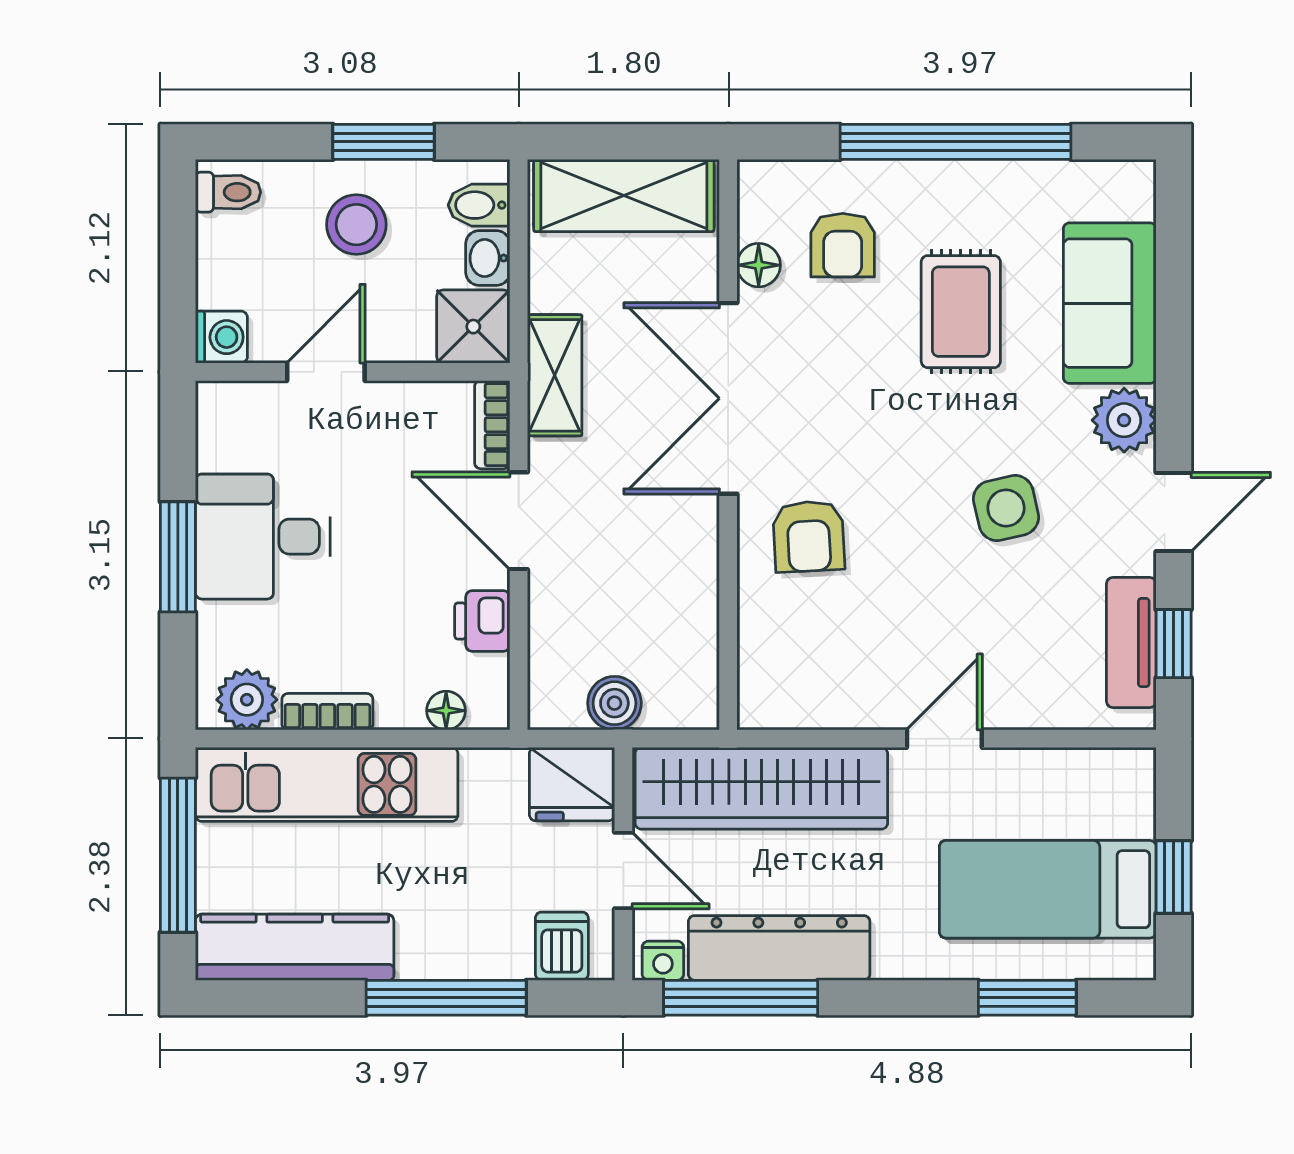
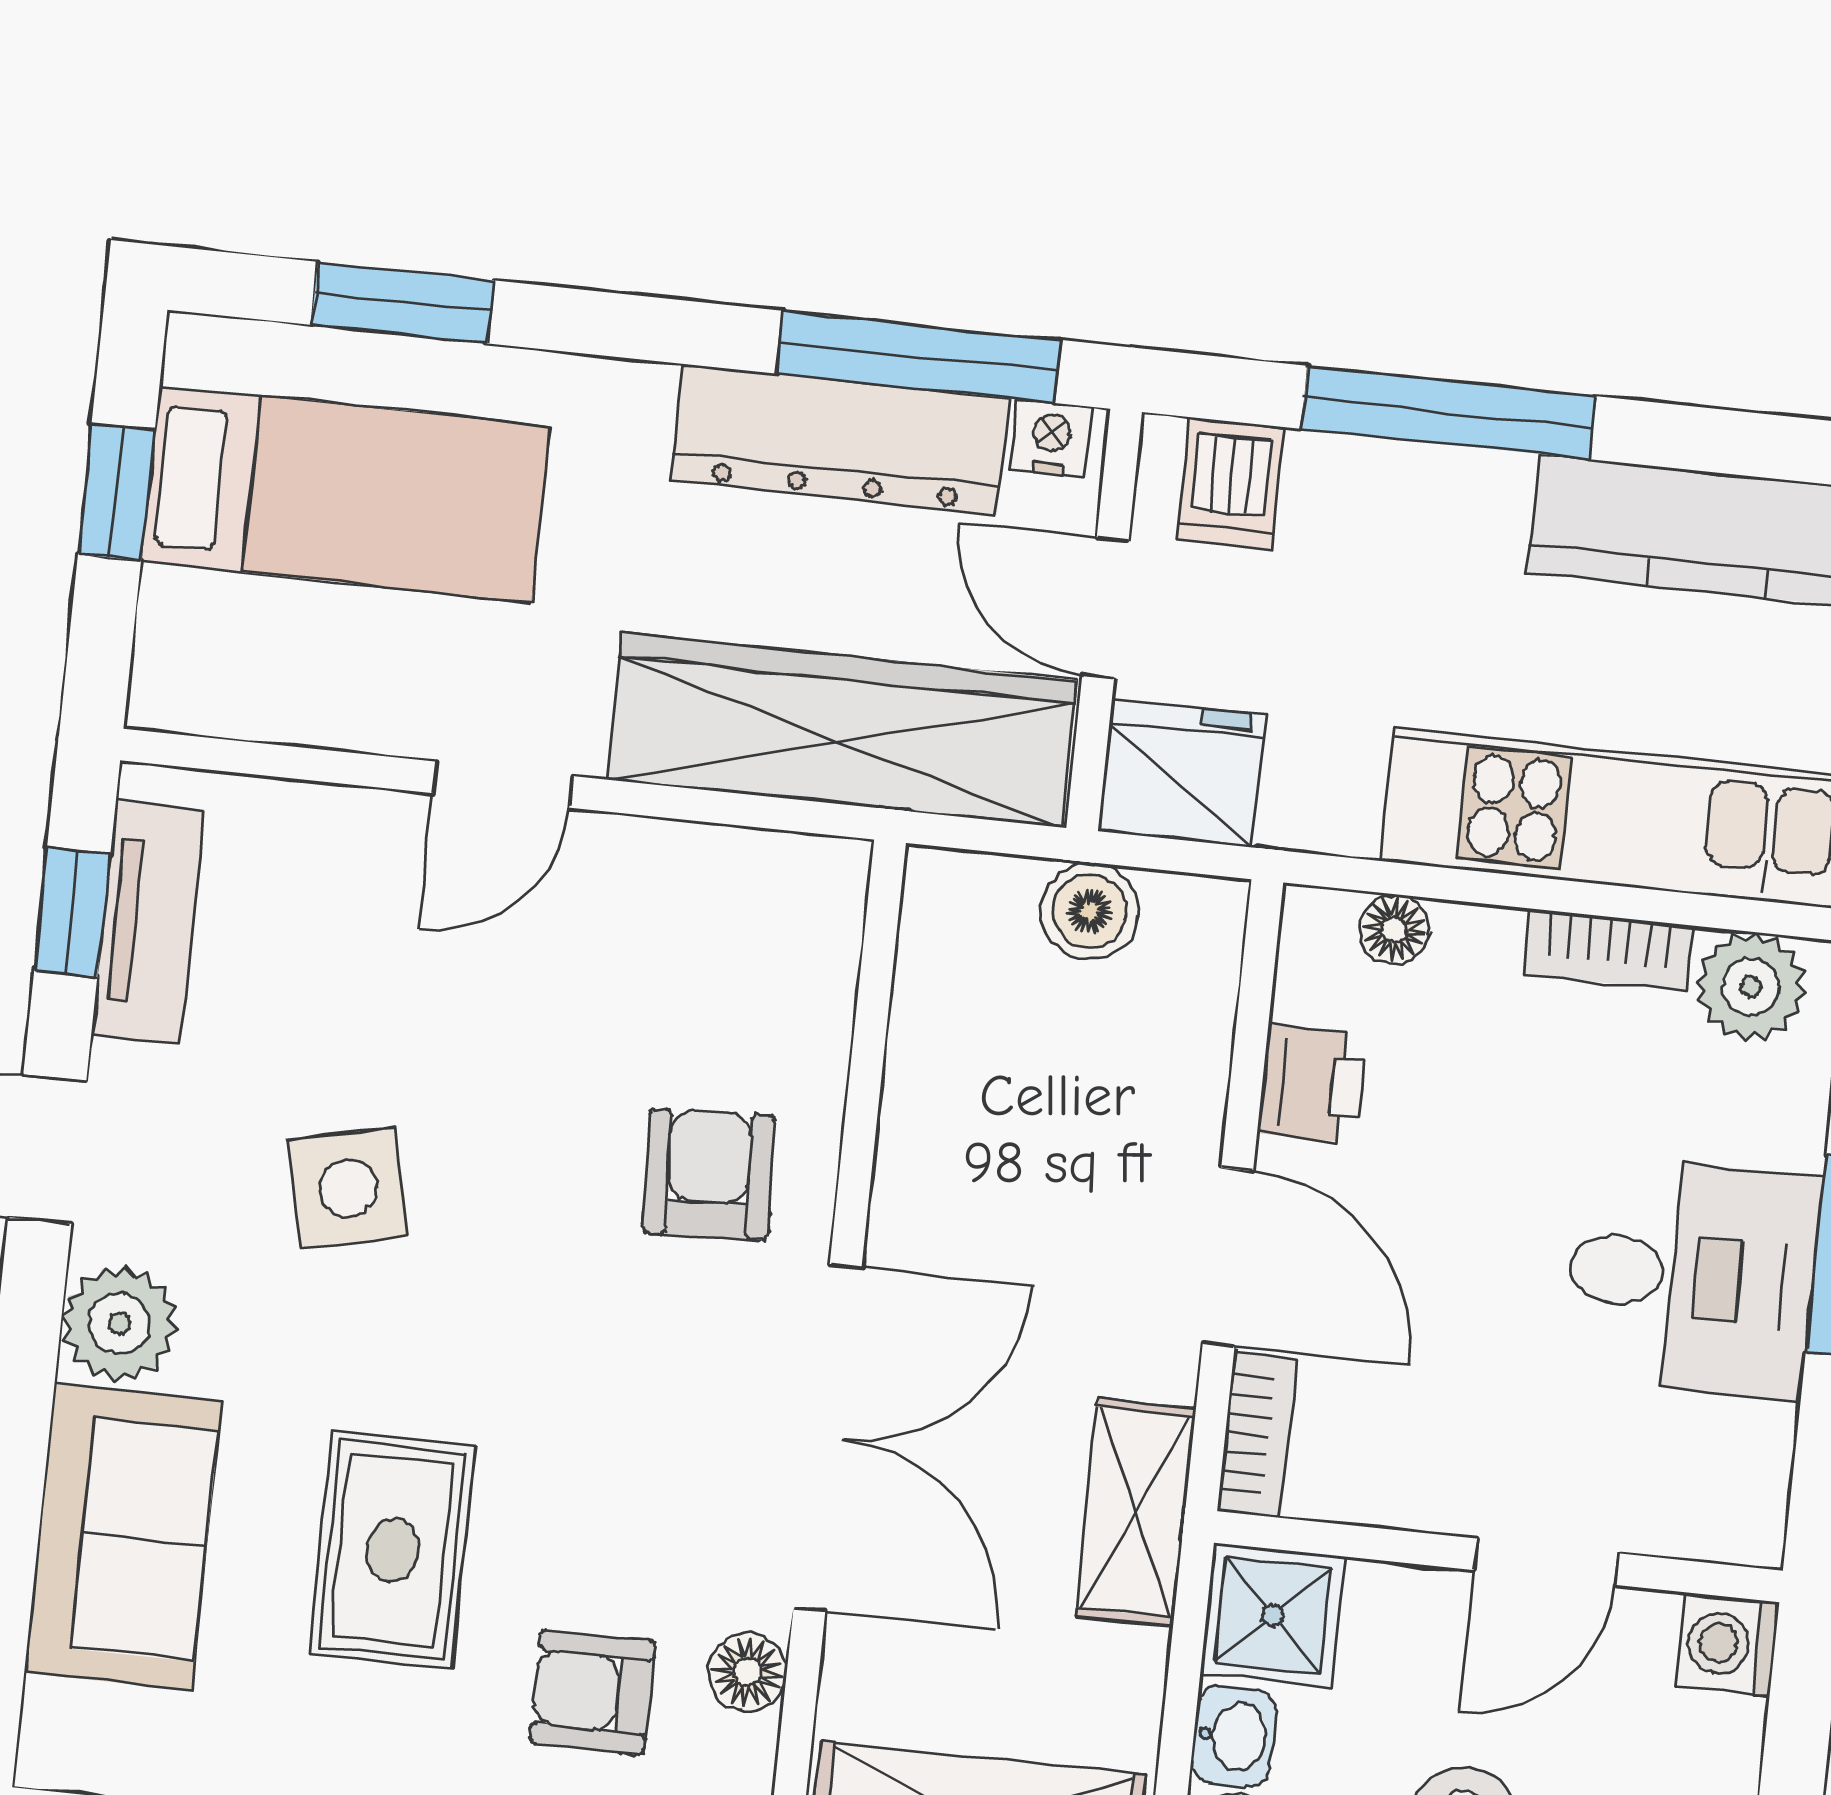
armchair: (843, 245) -> (593, 1692), turned -90

